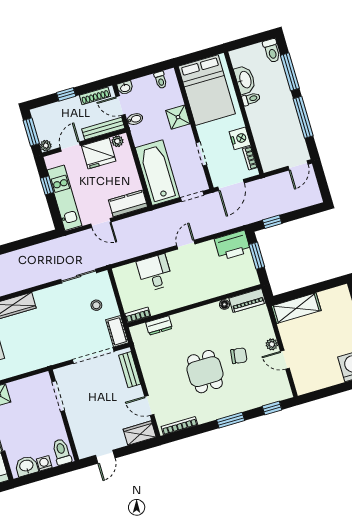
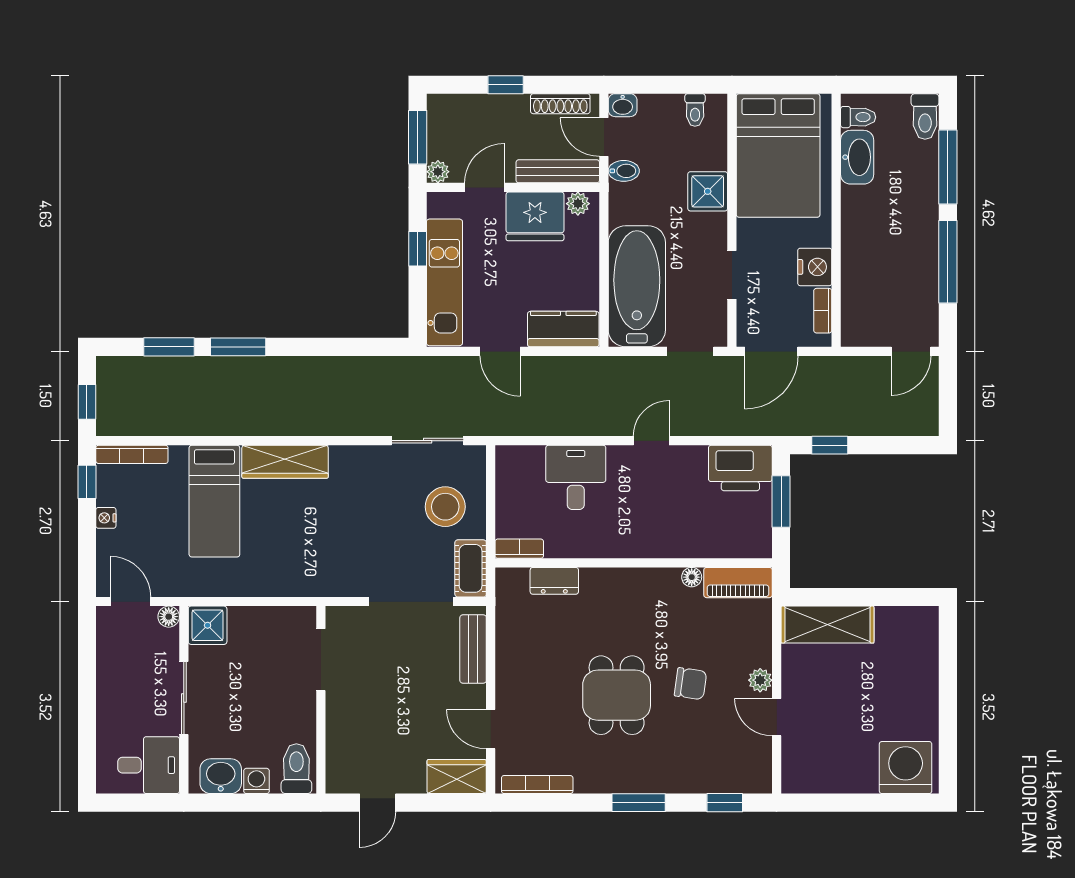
toilet: (251, 99) -> (858, 117), moved
stool: (96, 305) -> (445, 507), width x1.89, depth x1.89

